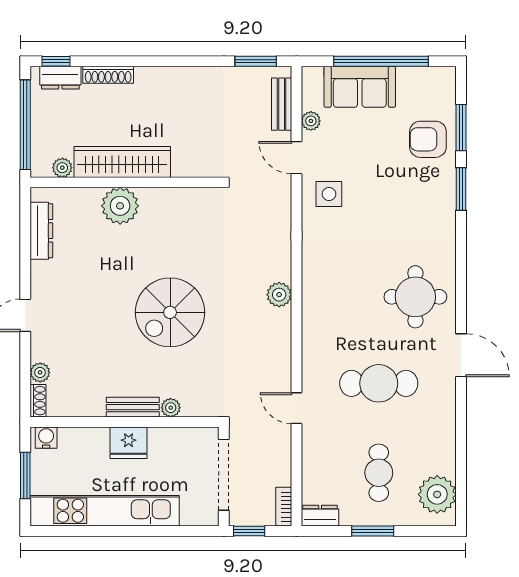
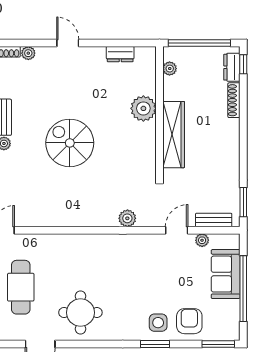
window: (461, 128) -> (218, 344), moved
wardrobe: (122, 162) -> (174, 135), moved
side table: (329, 194) -> (158, 323), moved
dresser: (41, 231) -> (120, 54), width x0.70
plant: (279, 295) -> (127, 218), moved

